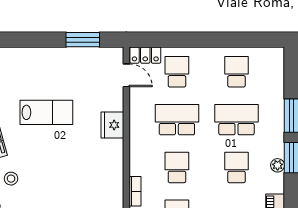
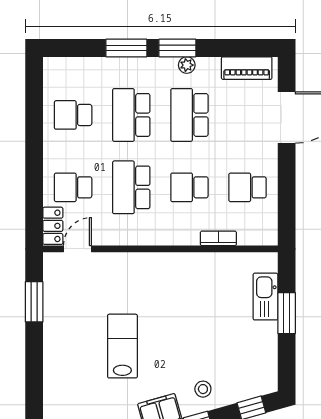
fridge: (112, 125) -> (138, 266), removed
school desk: (236, 167) -> (189, 115), width x1.85

